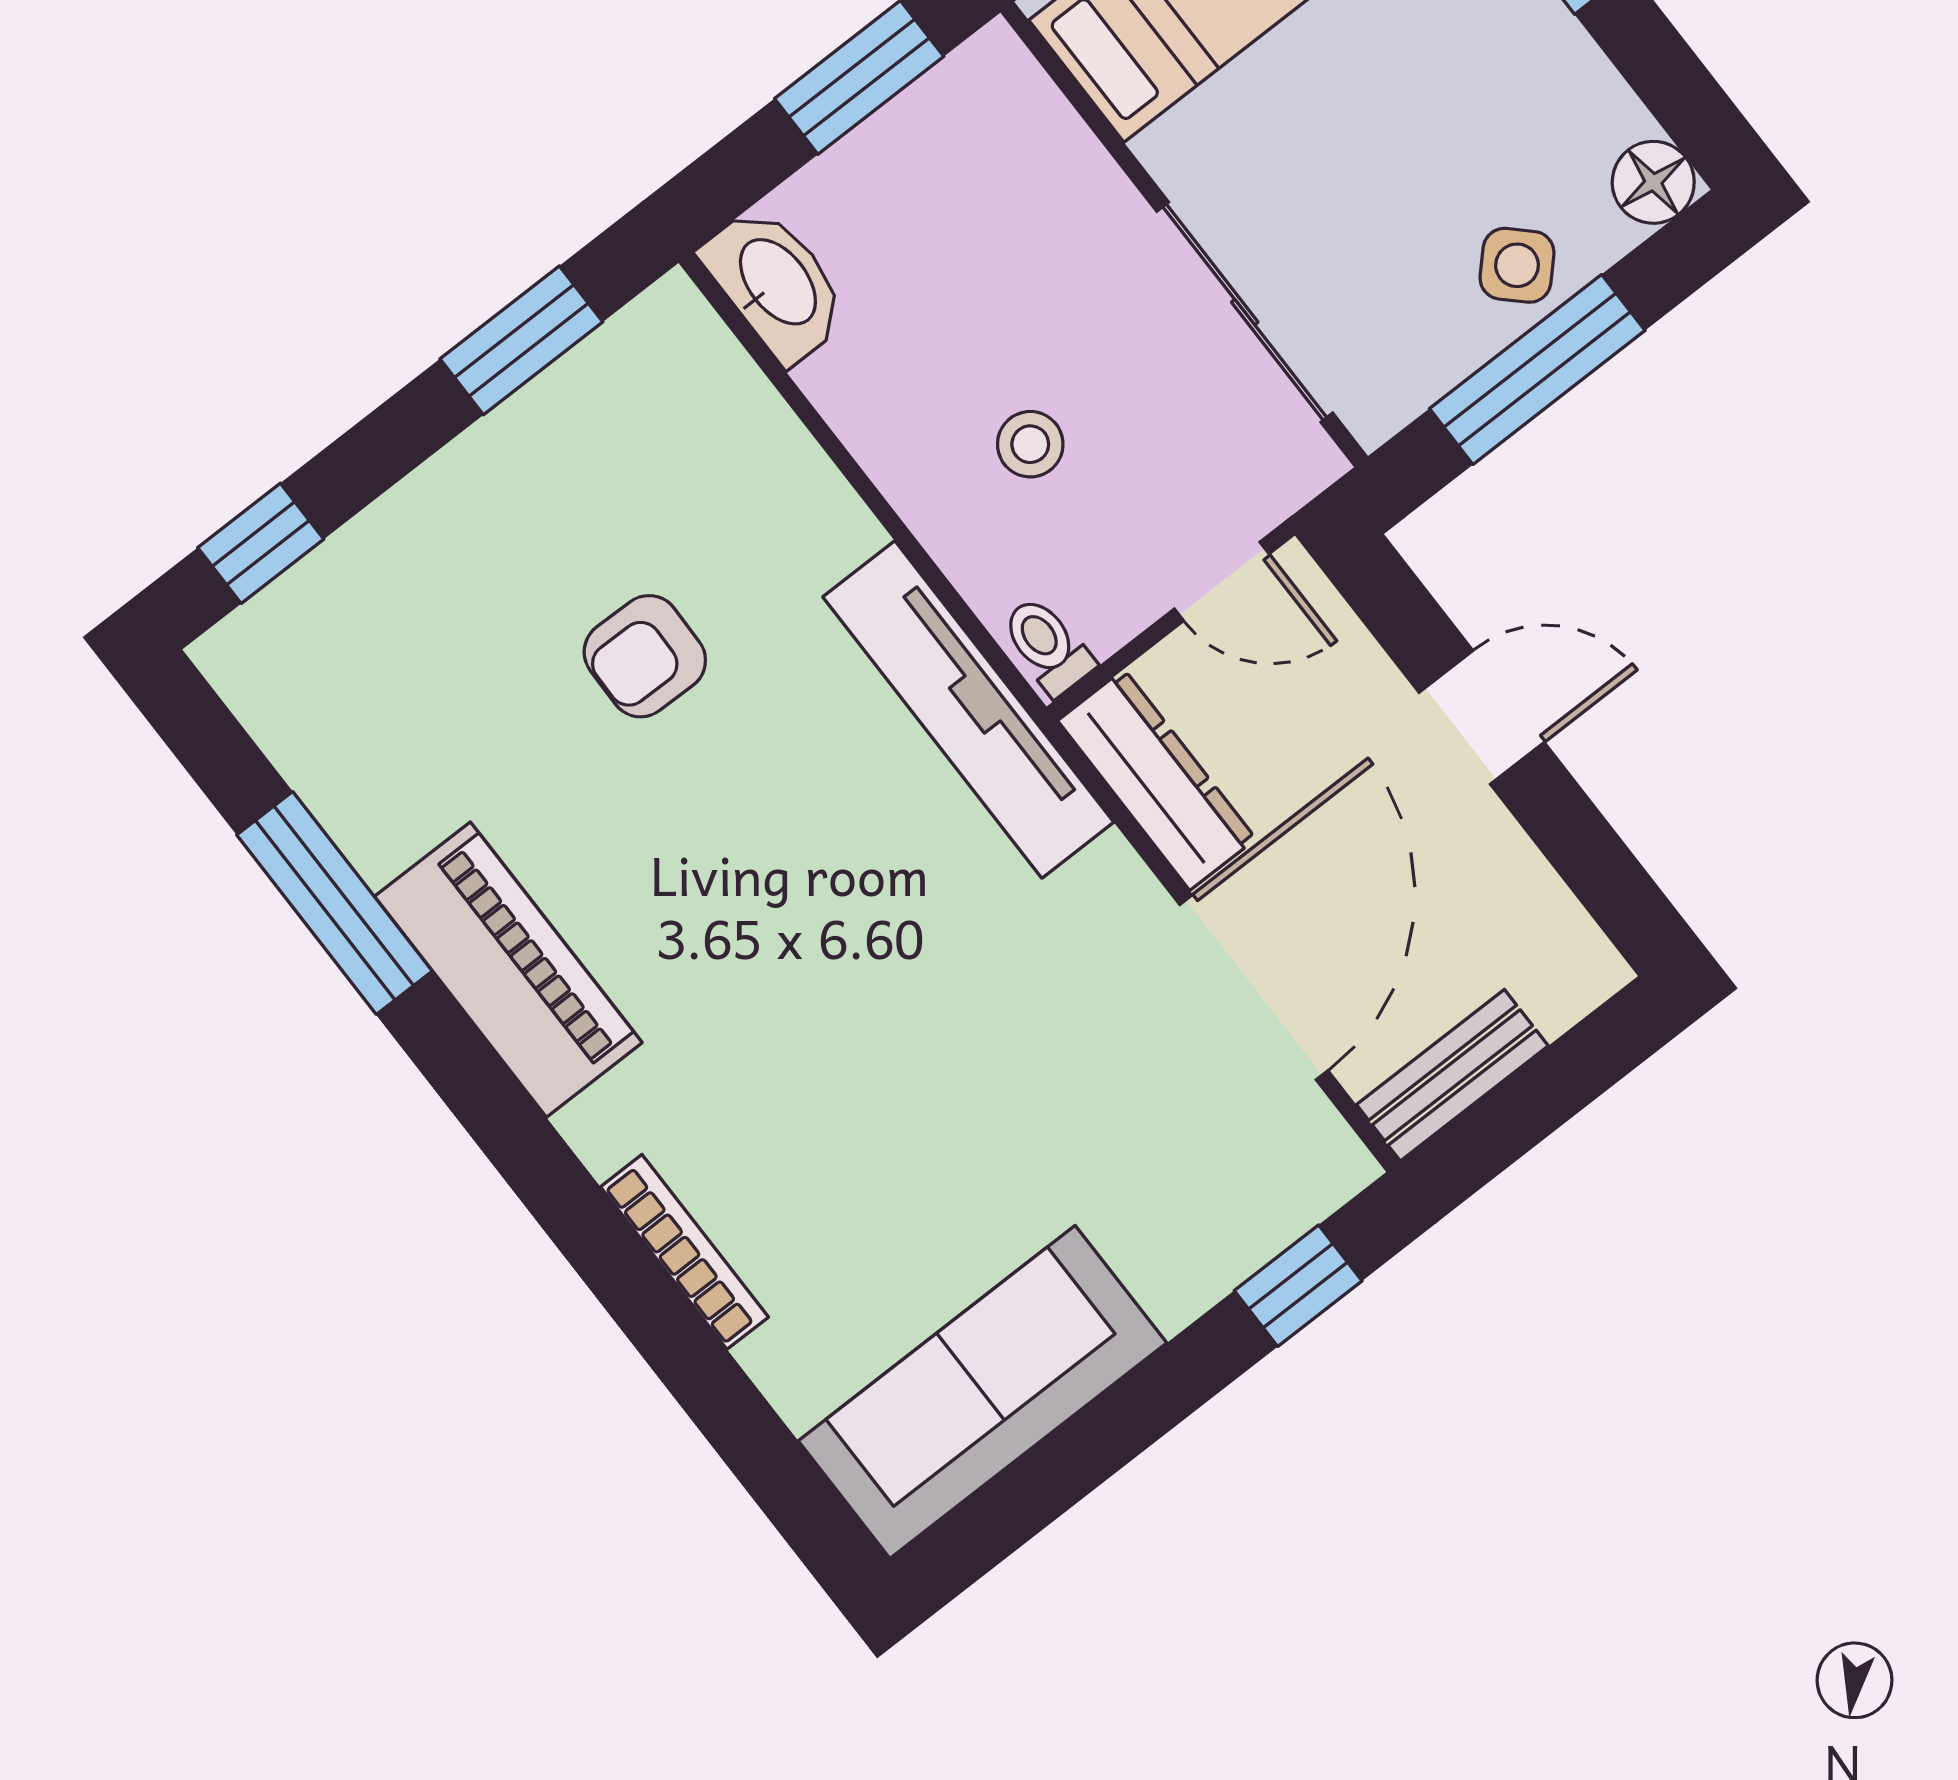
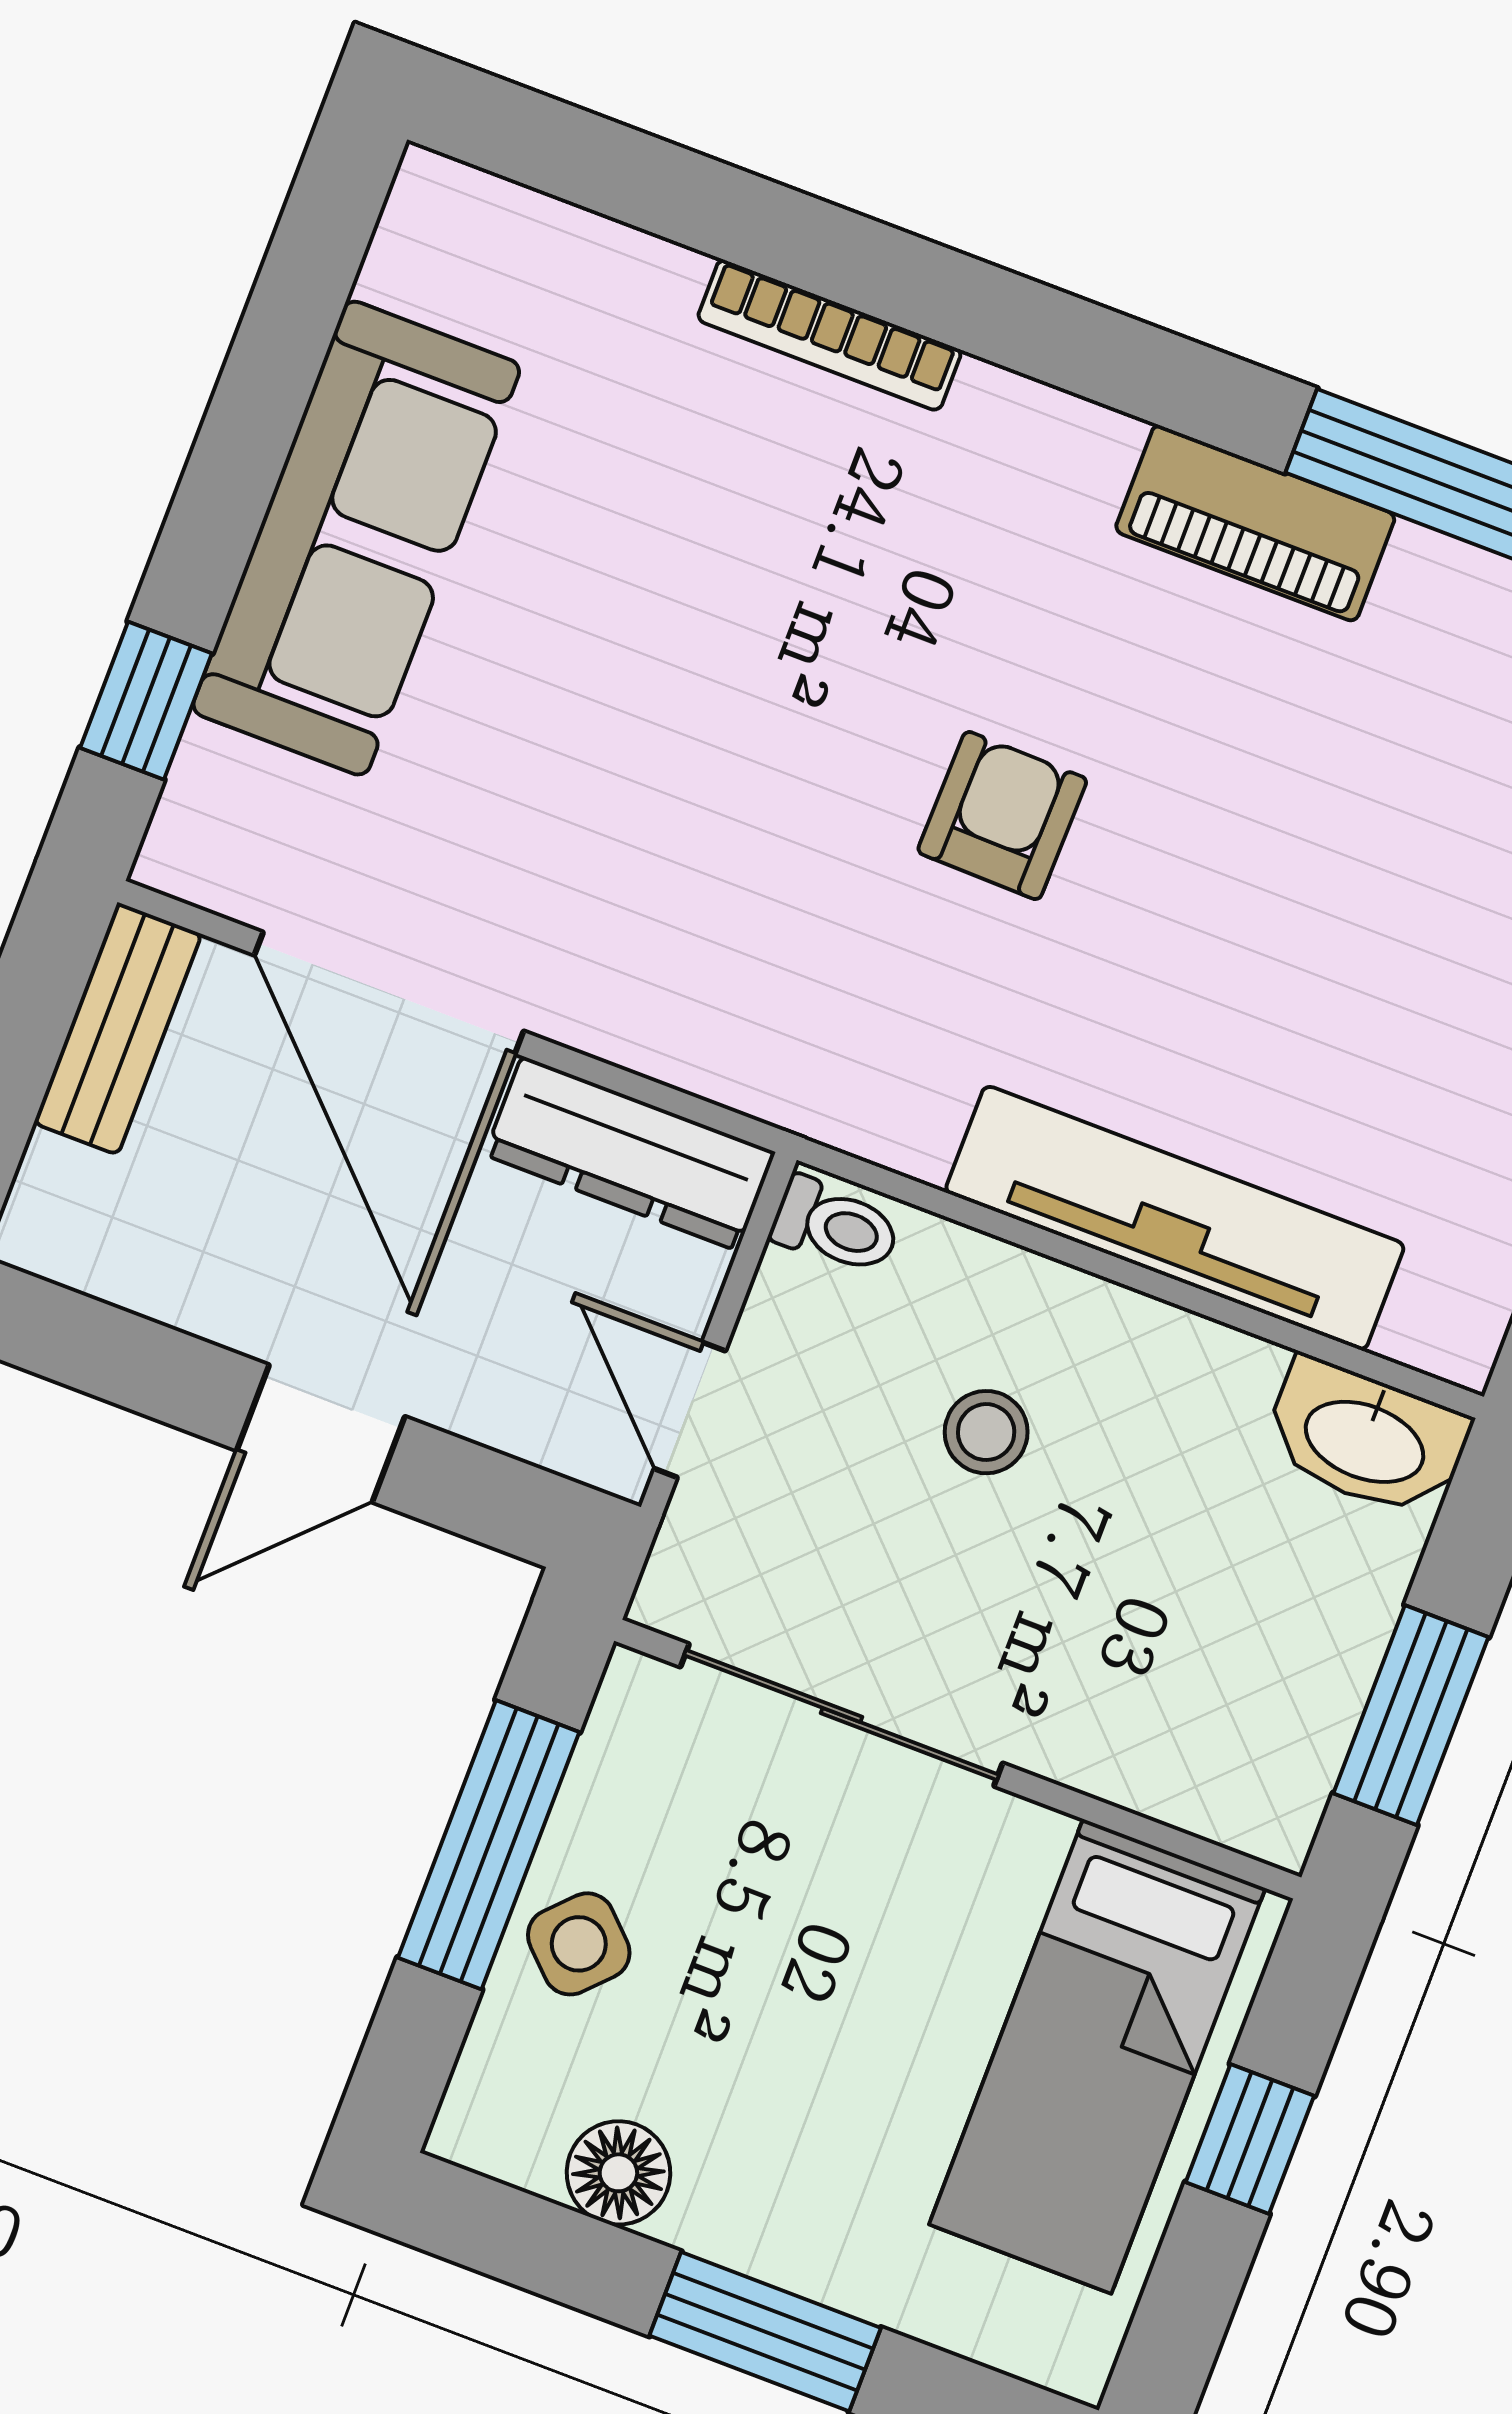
floor lamp: (1653, 182) -> (618, 2173), moved
door: (1222, 581) -> (690, 1410), hinge flipped
armchair: (645, 656) -> (1002, 816), moved
tv unit: (968, 709) -> (1175, 1218), moved
piano: (508, 970) -> (1255, 523), width x0.73, depth x0.75
sofa: (982, 1392) -> (356, 538), moved

